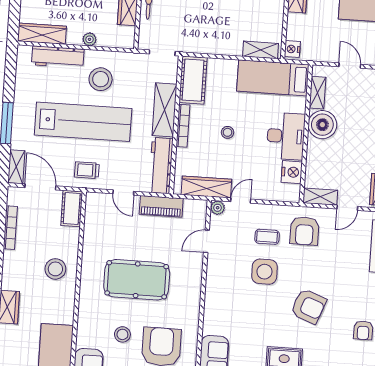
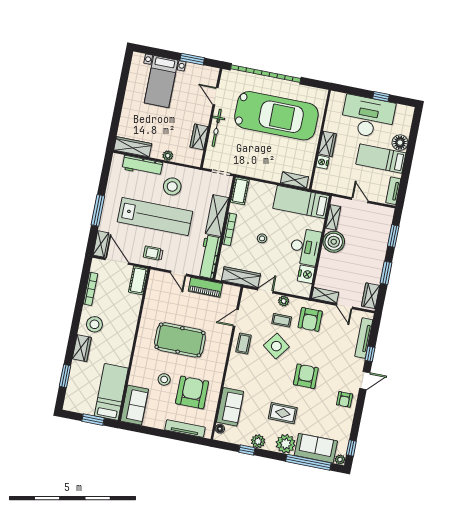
nightstand: (292, 49) -> (322, 162), moved
cot: (193, 80) -> (240, 191), width x0.73, depth x0.75
plant: (218, 208) -> (284, 301), moved
door: (347, 208) -> (344, 306), hinge flipped
stool: (55, 269) -> (94, 324), moved
side table: (264, 272) -> (276, 346), turned 37
coffee table: (221, 274) -> (244, 344), added
armchair: (308, 306) -> (306, 376), turned -111

